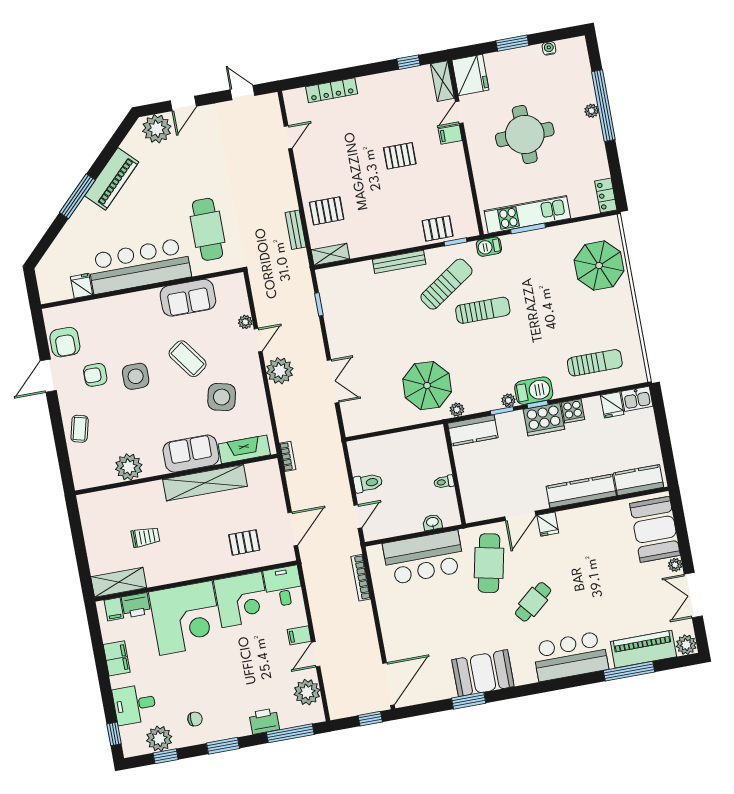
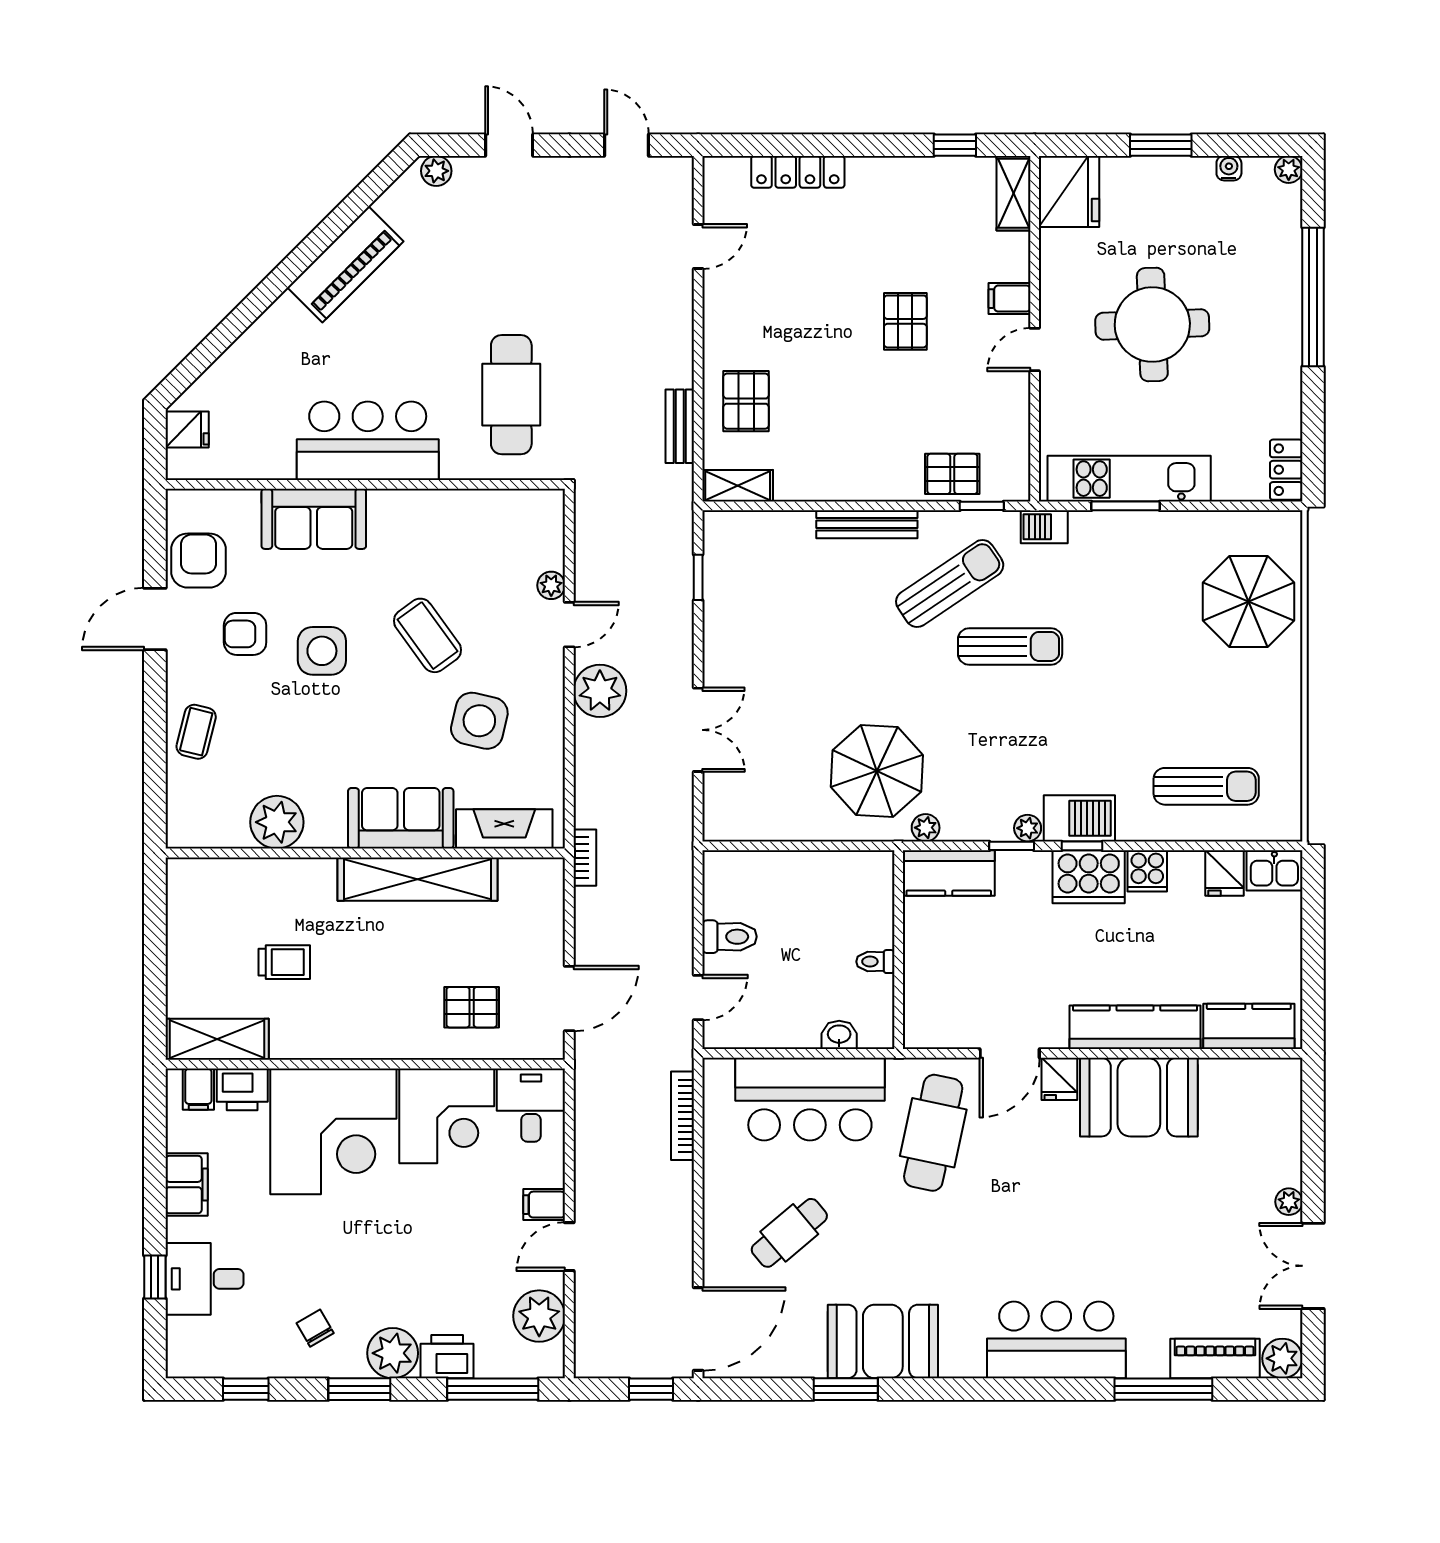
door: (183, 104) -> (509, 145), swing flipped
plant: (592, 111) -> (1289, 169), moved
door: (459, 112) -> (1035, 350), moved
plant: (157, 129) -> (436, 171), width x0.53, depth x0.53
pallet: (400, 156) -> (905, 321), turned 90
window: (77, 196) -> (274, 286), removed
pallet: (327, 211) -> (746, 401), turned 90
bar counter: (139, 266) -> (368, 441), width x0.73
fridge: (82, 286) -> (187, 430), moved, turned 90
sofa: (188, 298) -> (314, 519), moved
armchair: (65, 342) -> (198, 561), turned 180
booth: (655, 529) -> (1139, 1097), moved, turned 90
cafe table: (533, 602) -> (789, 1233), moved
piano: (643, 649) -> (1215, 1358), width x0.73, depth x0.75
chair: (195, 719) -> (315, 1328), turned -120
window: (114, 734) -> (155, 1277), moved
plant: (159, 739) -> (393, 1353), moved

